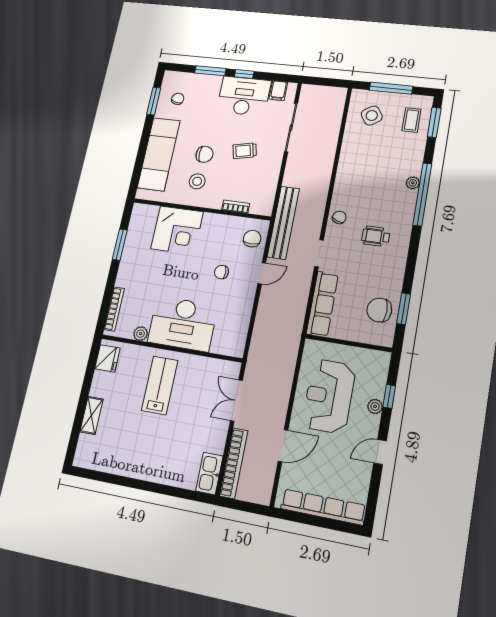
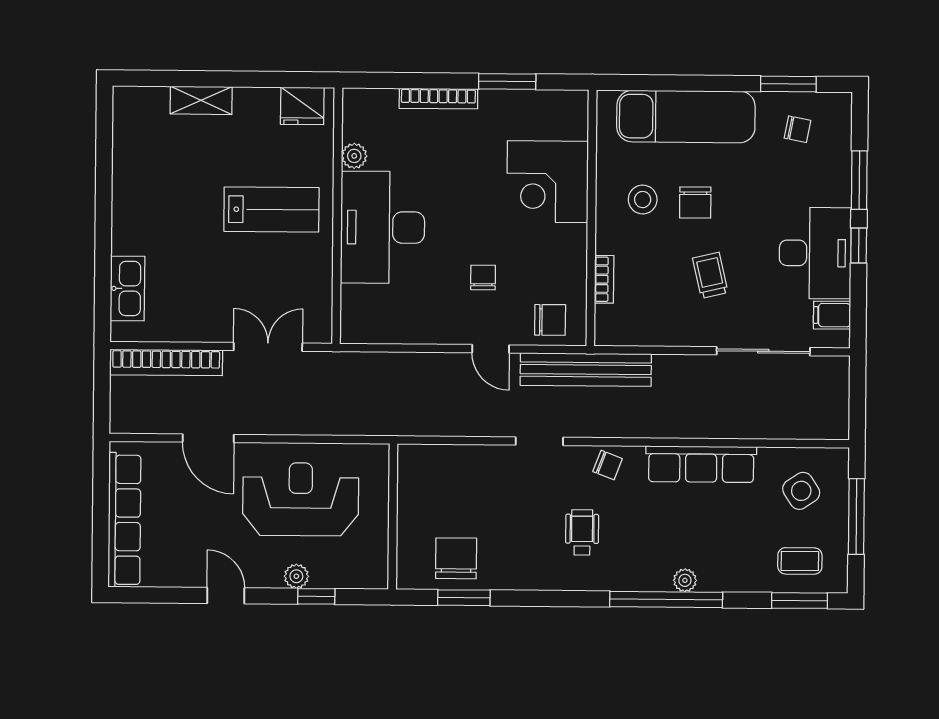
row of seats: (322, 304) -> (701, 464), moved
bookcase: (114, 309) -> (438, 99), moved
kitchen sink: (209, 473) -> (127, 288), moved, turned 90

